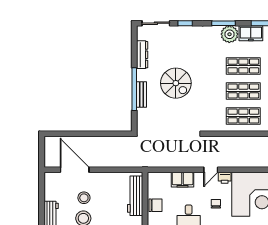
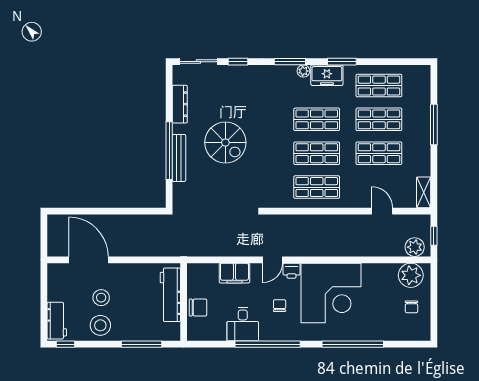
plant: (229, 34) -> (303, 71), width x0.53, depth x0.53
bench: (141, 95) -> (179, 158), width x1.36

